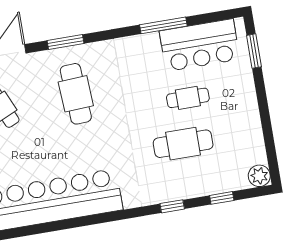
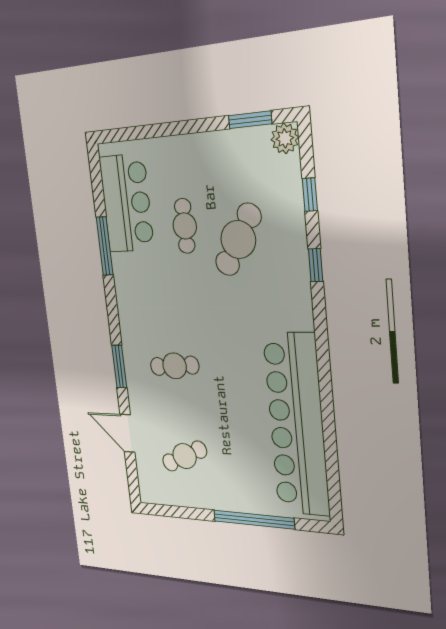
window: (254, 51) -> (250, 120), moved
cafe table: (76, 94) -> (175, 366), width x0.73, depth x0.74
cafe table: (183, 144) -> (238, 240), turned 32

